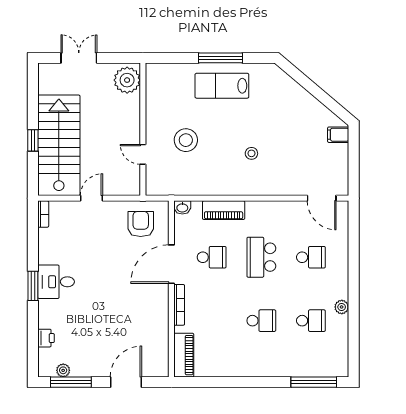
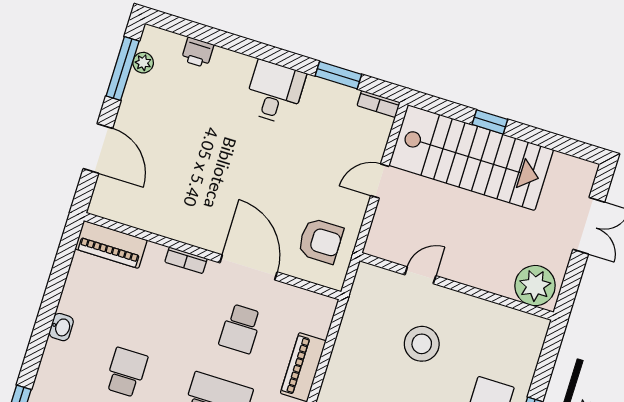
door: (91, 198) -> (380, 181), swing flipped
washbasin: (182, 207) -> (61, 327), moved, turned 180
window: (33, 286) -> (338, 75), moved
bookcase: (179, 305) -> (186, 260), width x0.64
school desk: (261, 321) -> (126, 372), turned 180

